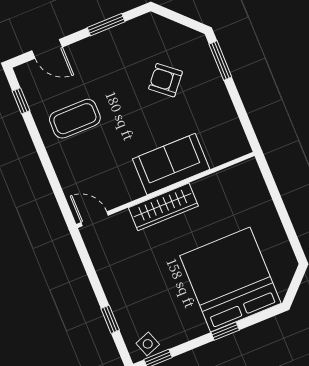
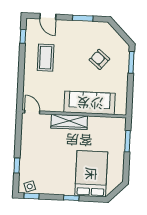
coffee table: (75, 119) -> (46, 58), turned 90
sofa: (171, 164) -> (90, 103), width x1.36
window: (275, 194) -> (128, 141), added
bed: (230, 280) -> (91, 174), width x0.73

